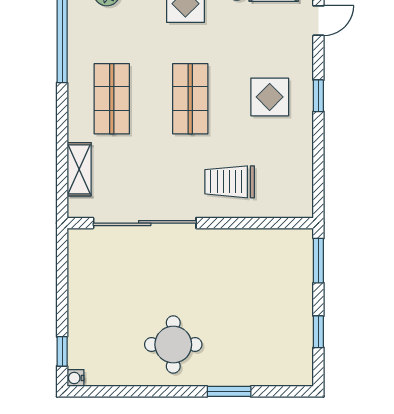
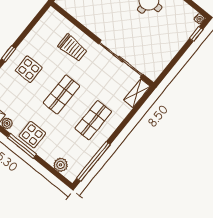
shelving: (79, 169) -> (137, 93), moved

